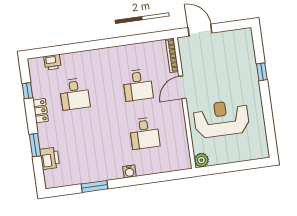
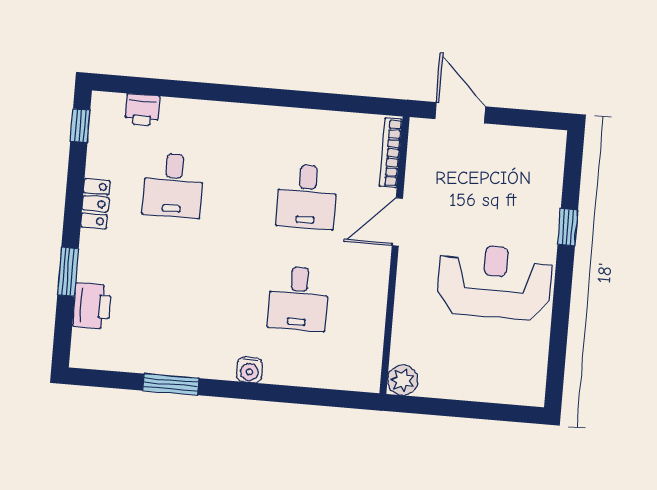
window: (27, 91) -> (80, 126), moved
reception desk: (221, 119) -> (494, 282), moved

